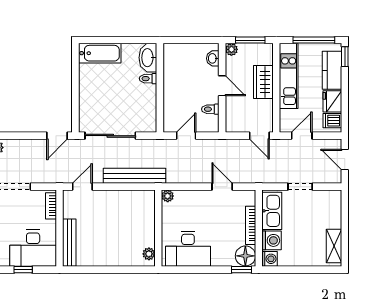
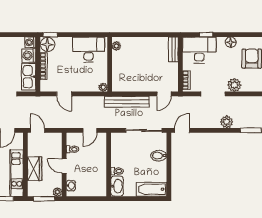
bidet: (90, 100) -> (159, 156), added
bench: (69, 243) -> (173, 49), width x0.73

